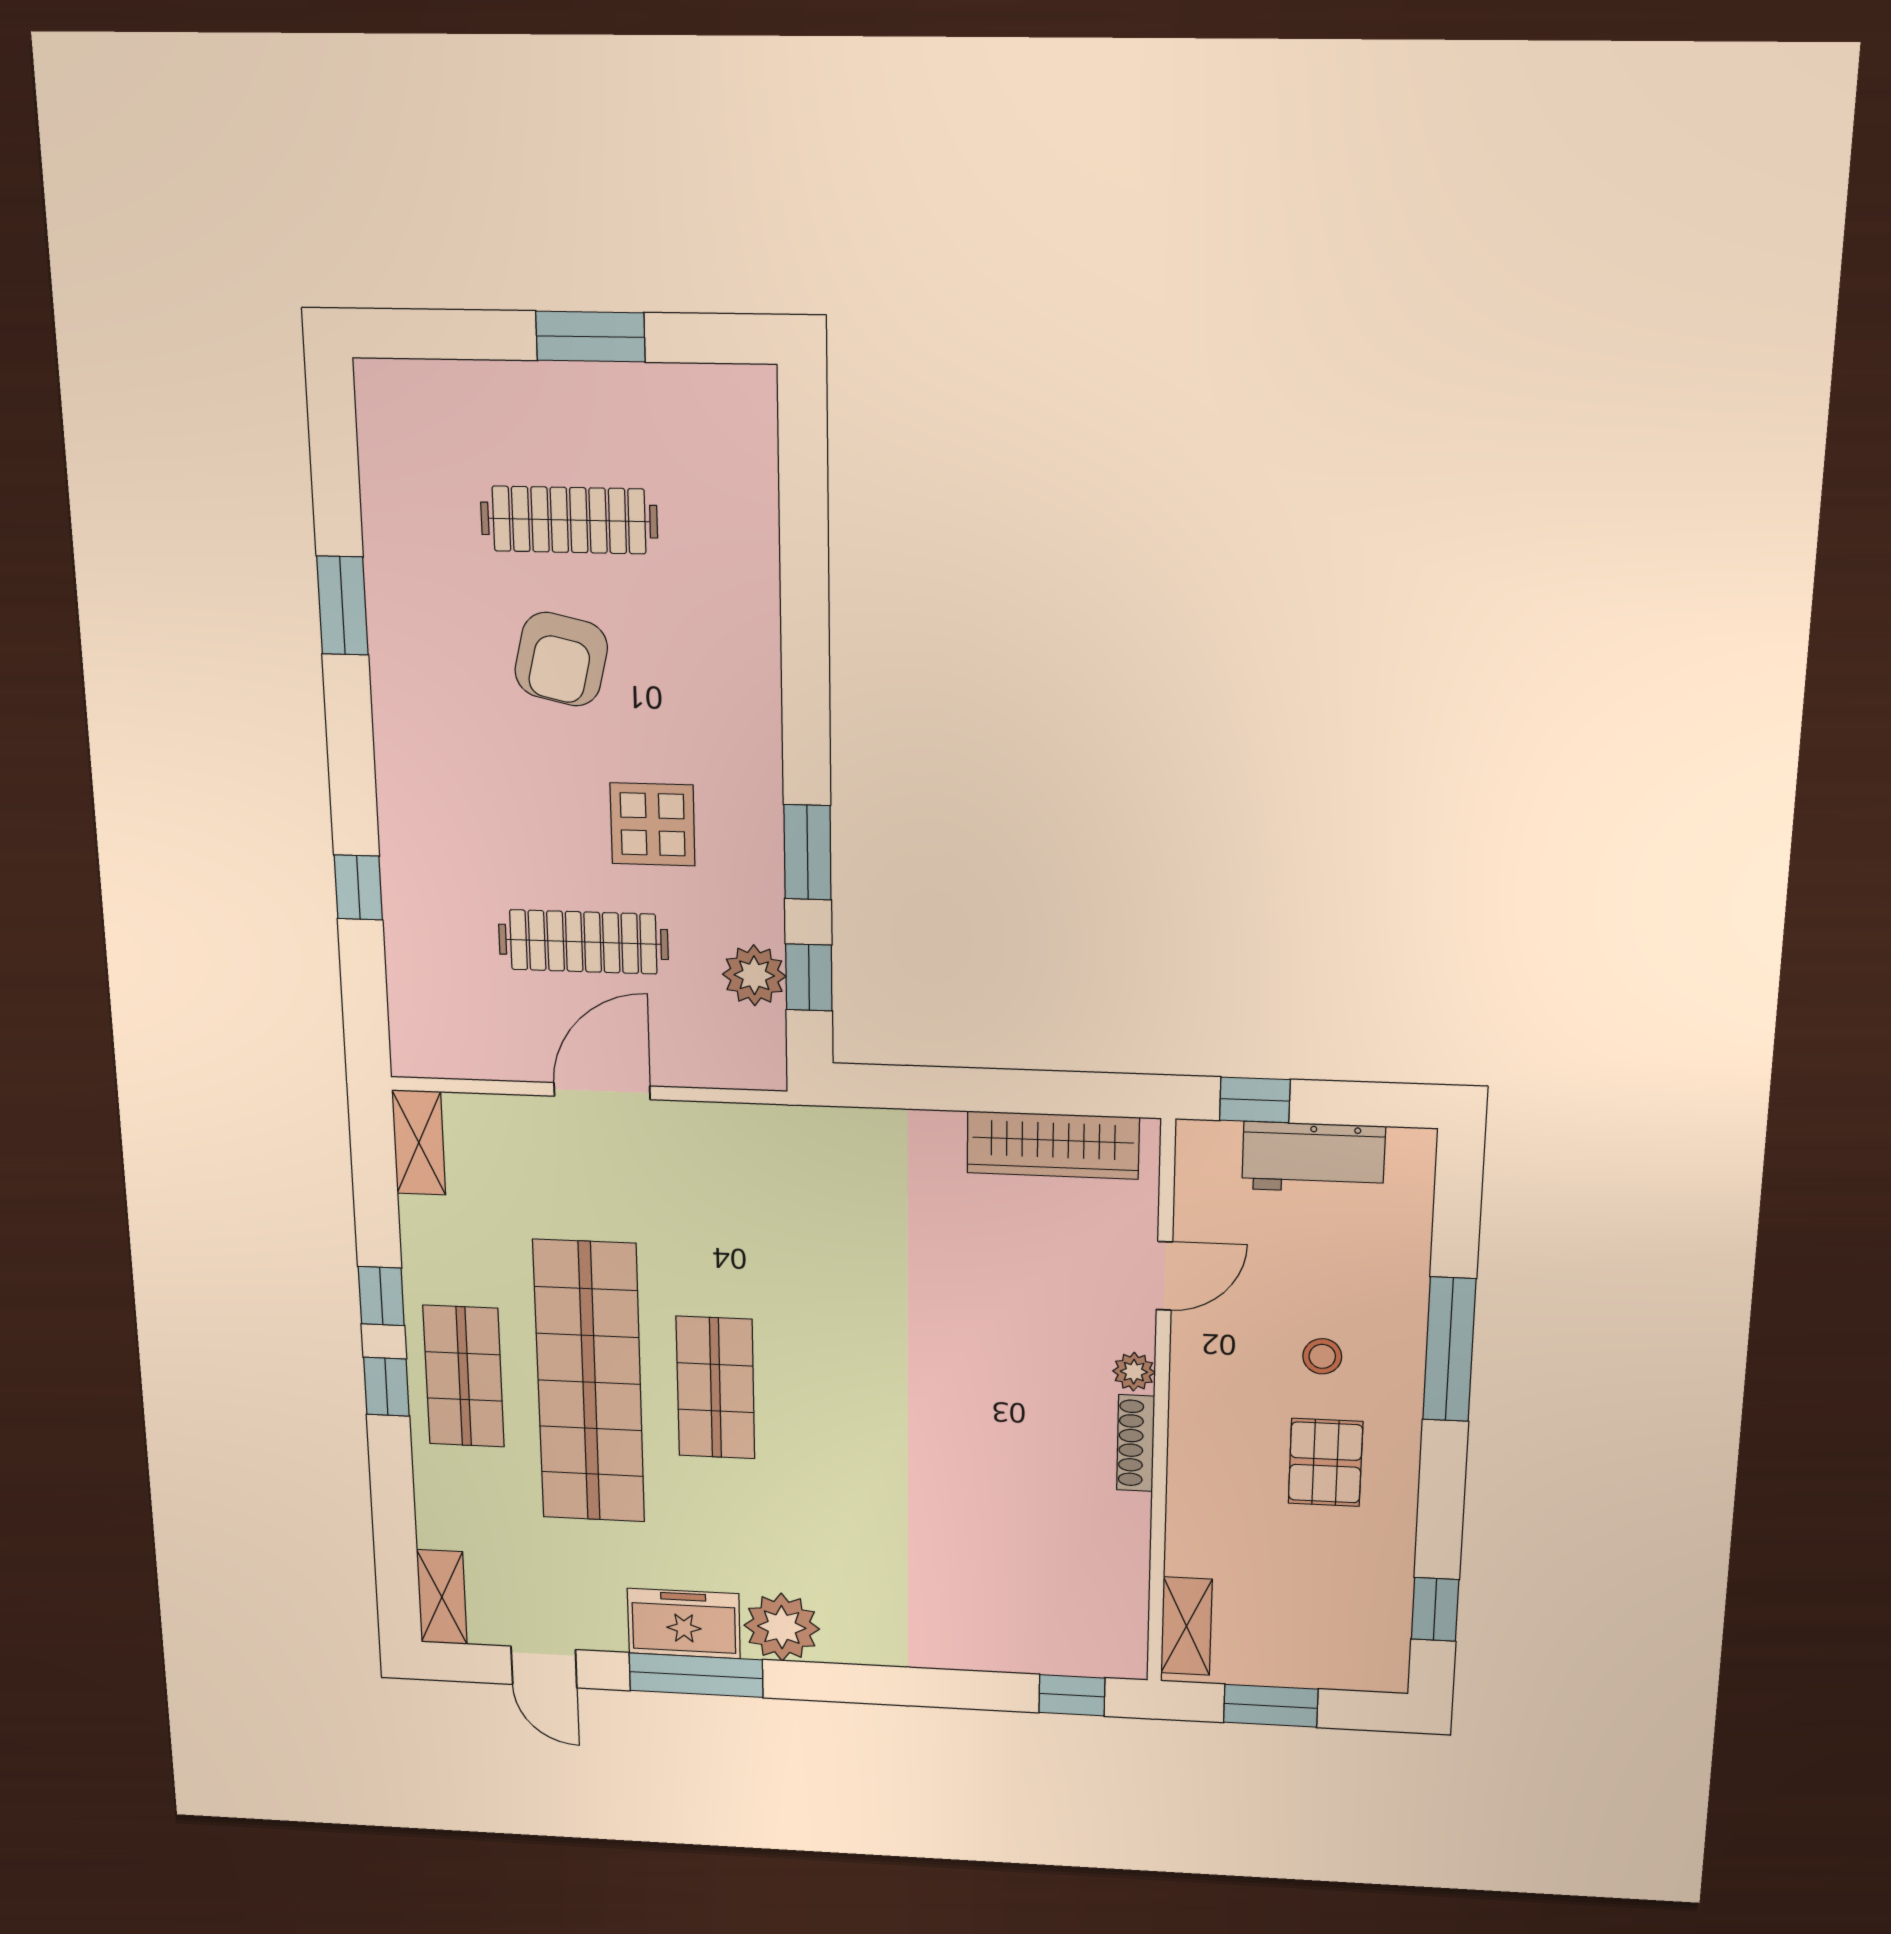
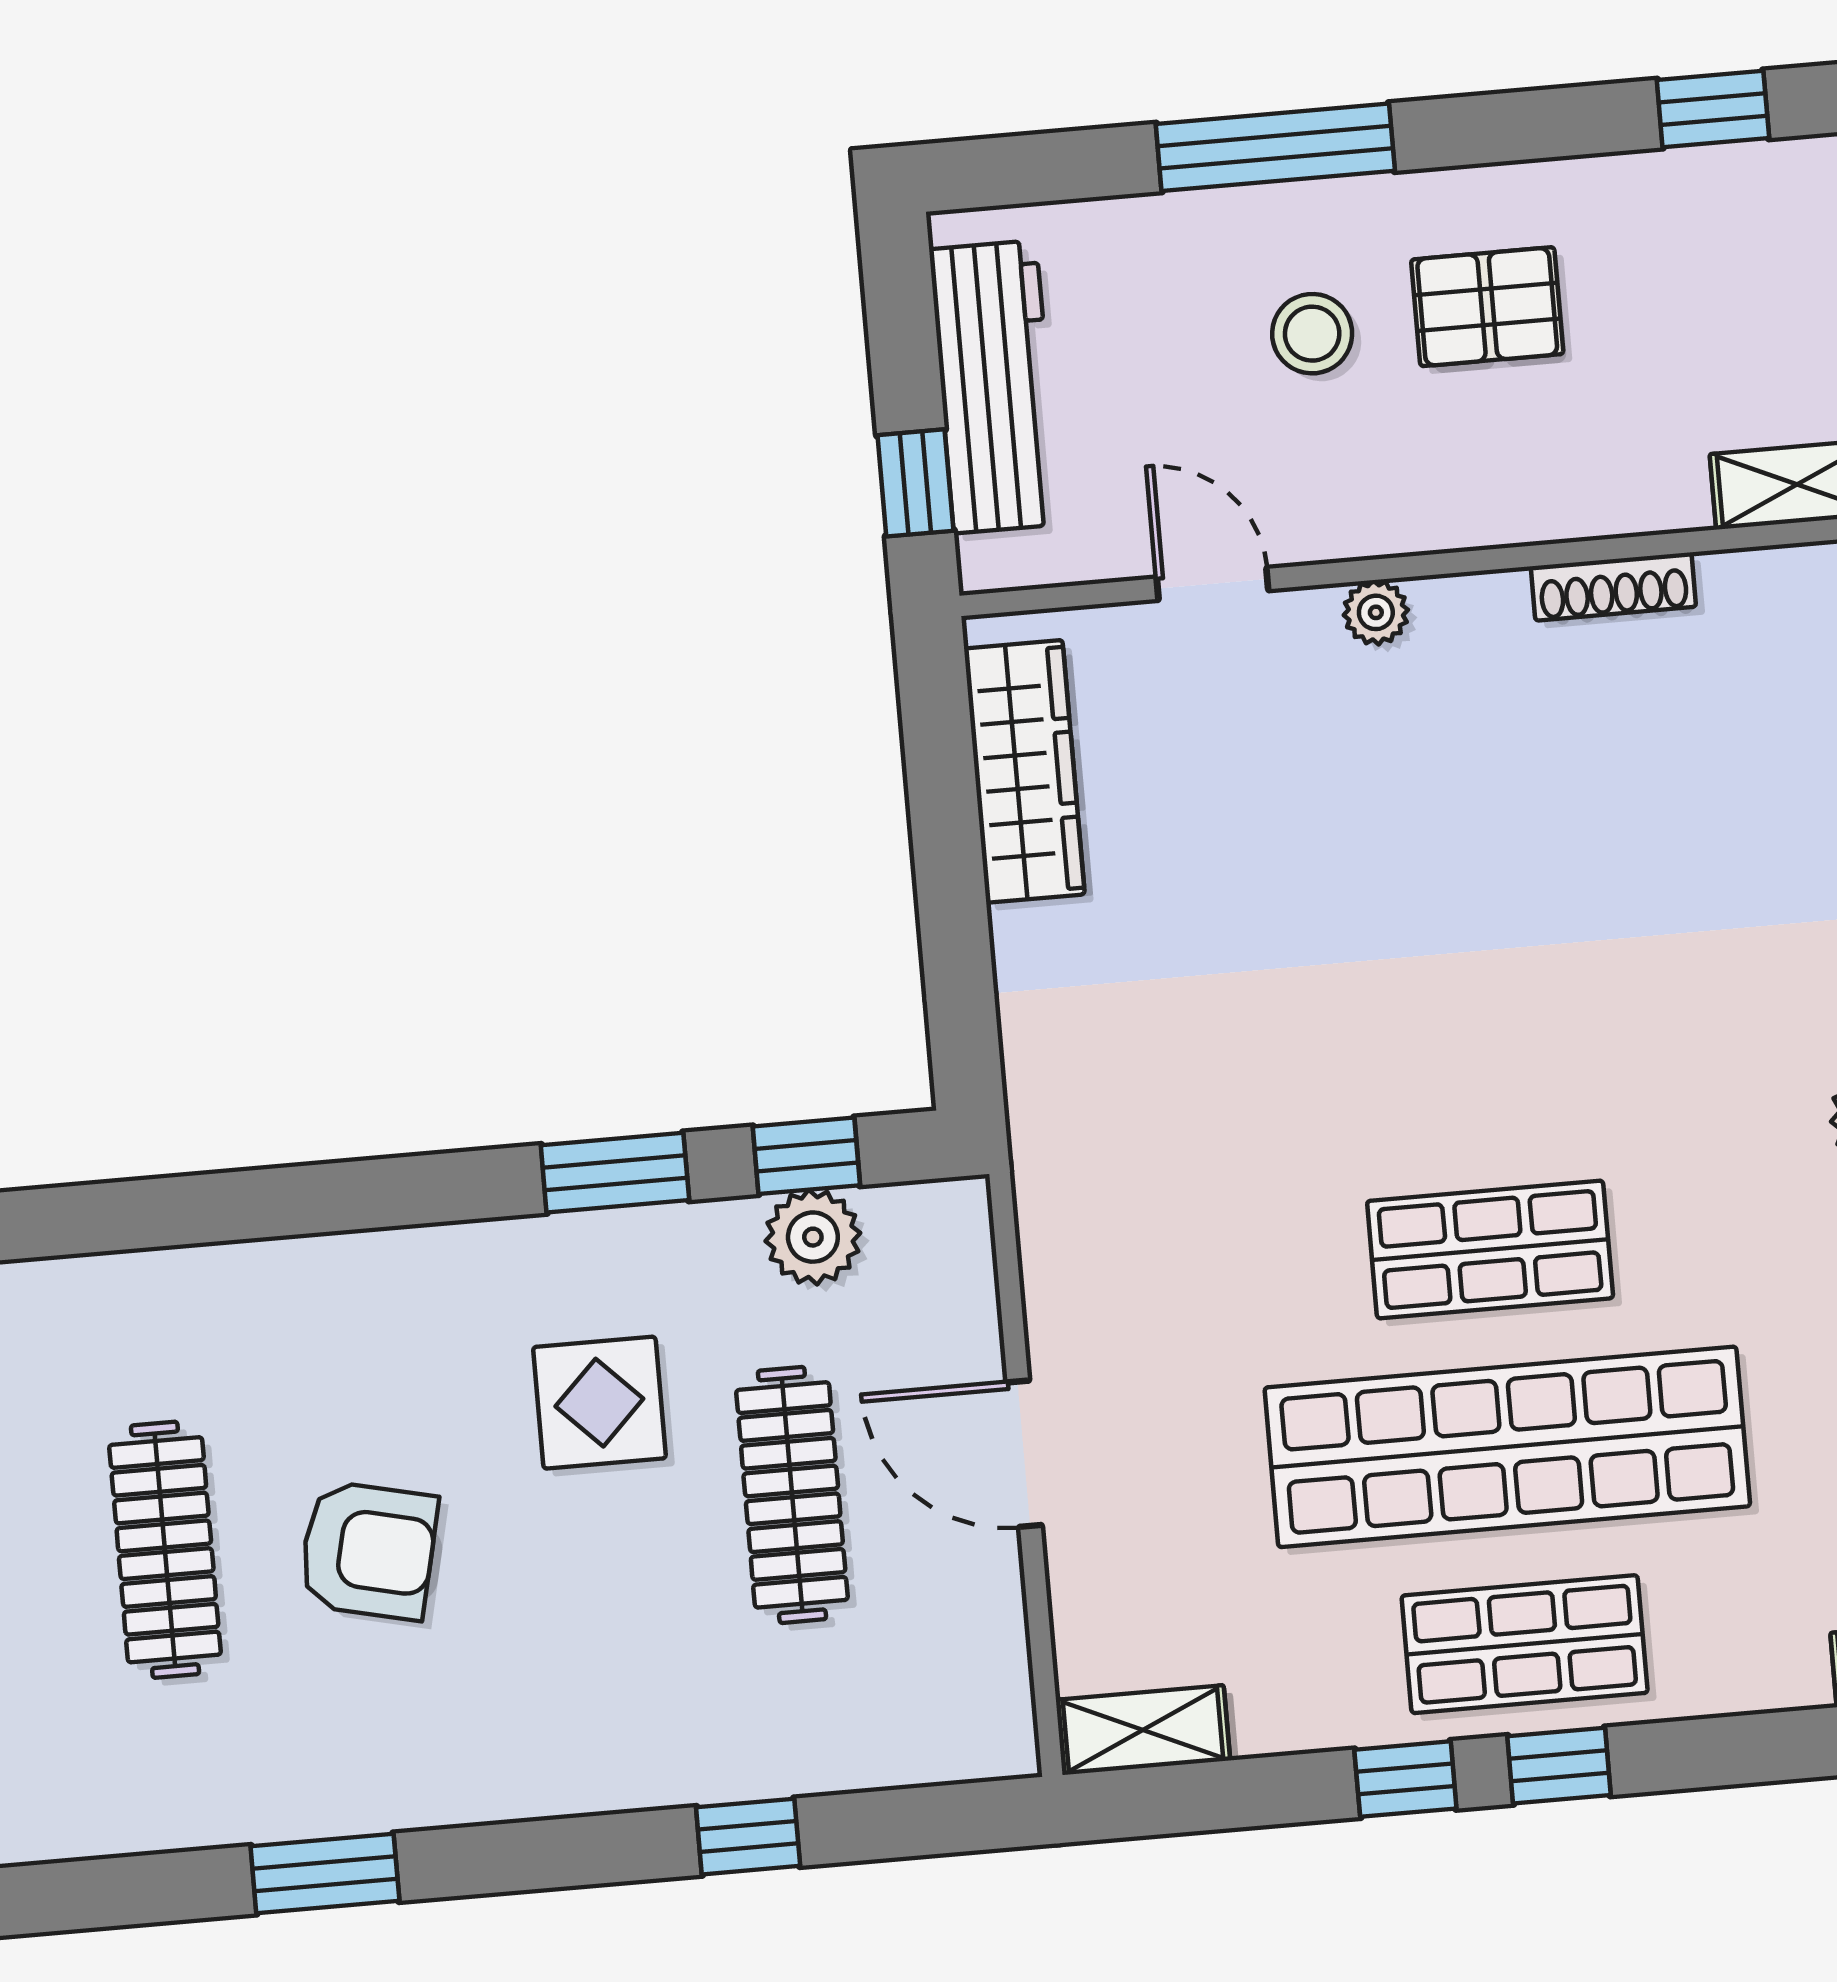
workbench: (1313, 1158) -> (995, 387), width x1.38
stool: (1322, 1356) -> (1312, 334), width x1.37, depth x1.37
shoe rack: (1136, 1443) -> (1613, 587), moved

